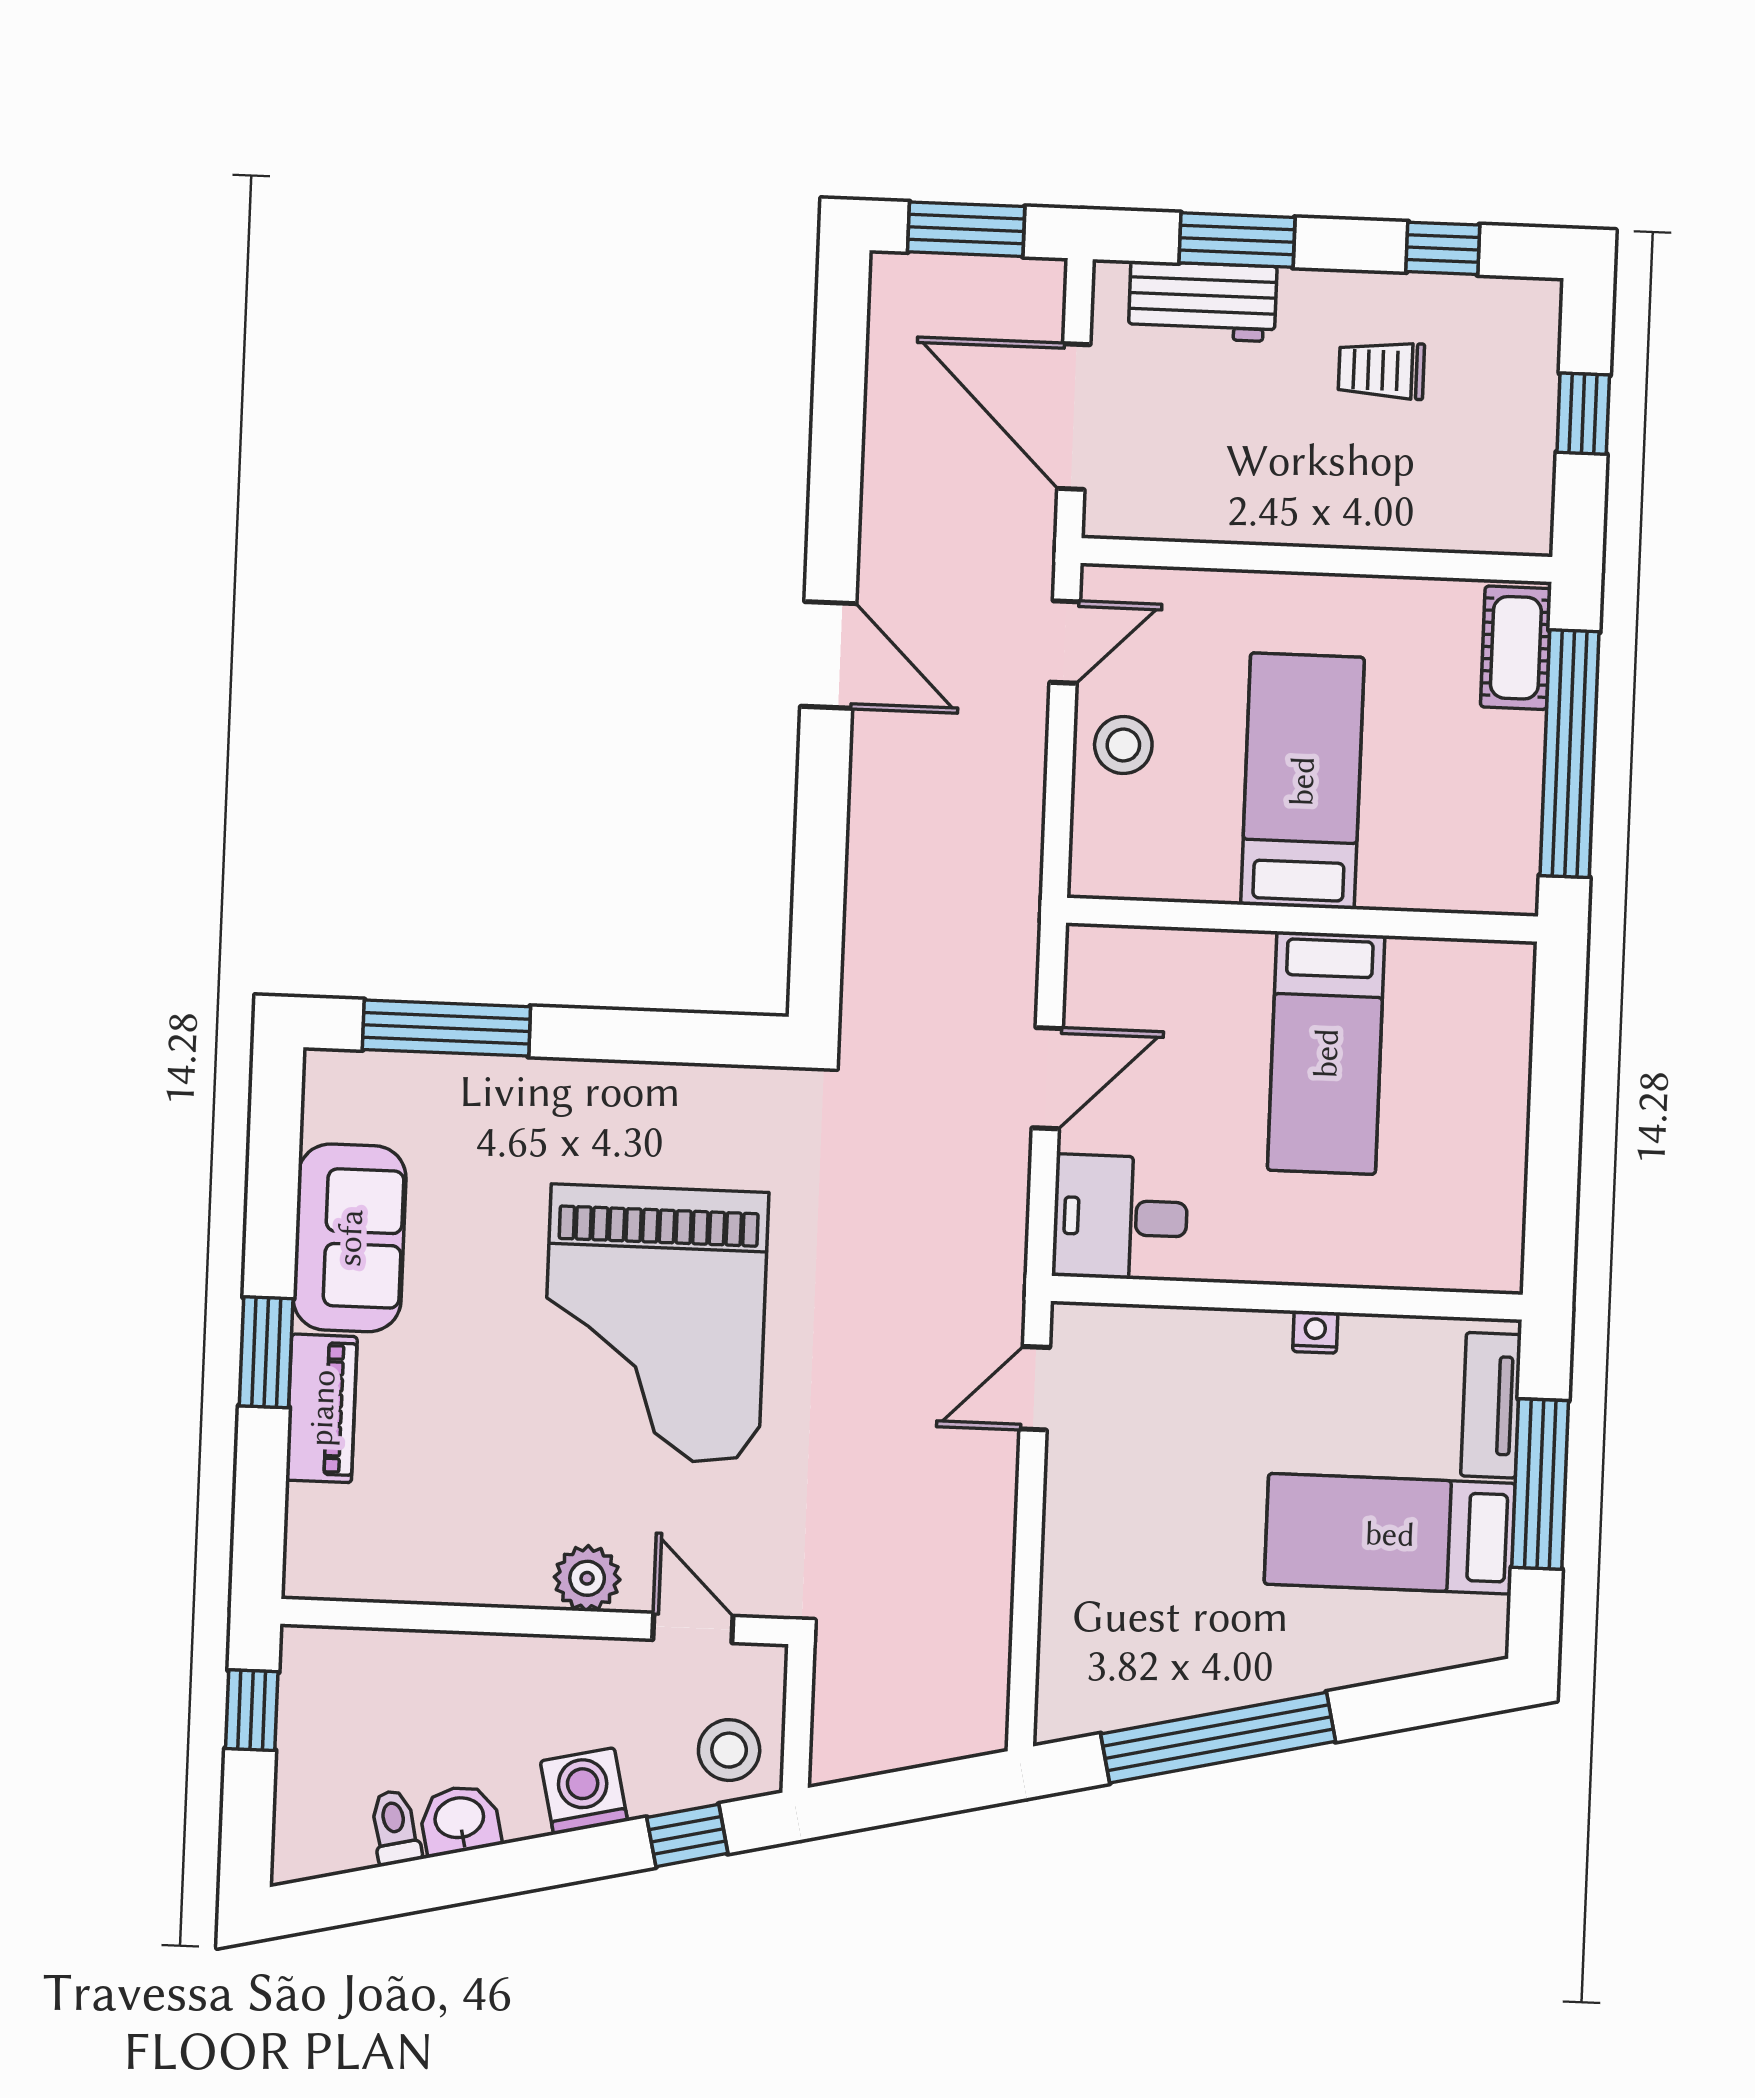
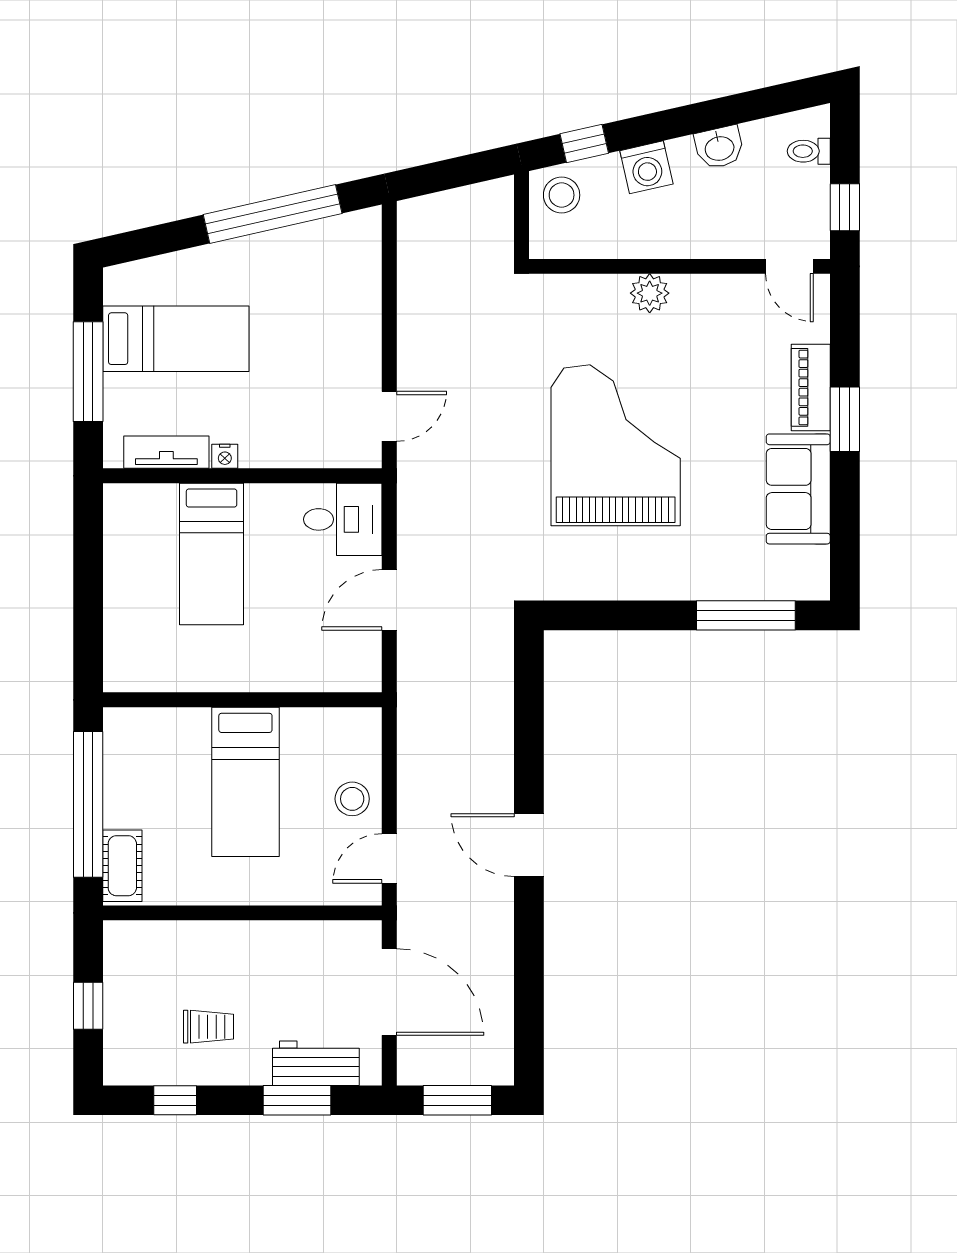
bed: (1326, 1053) -> (212, 554), moved, turned 180
tv unit: (1491, 1405) -> (166, 452), moved, turned -90
door: (693, 1628) -> (789, 266), moved
toilet: (395, 1827) -> (809, 151), moved, turned 103

